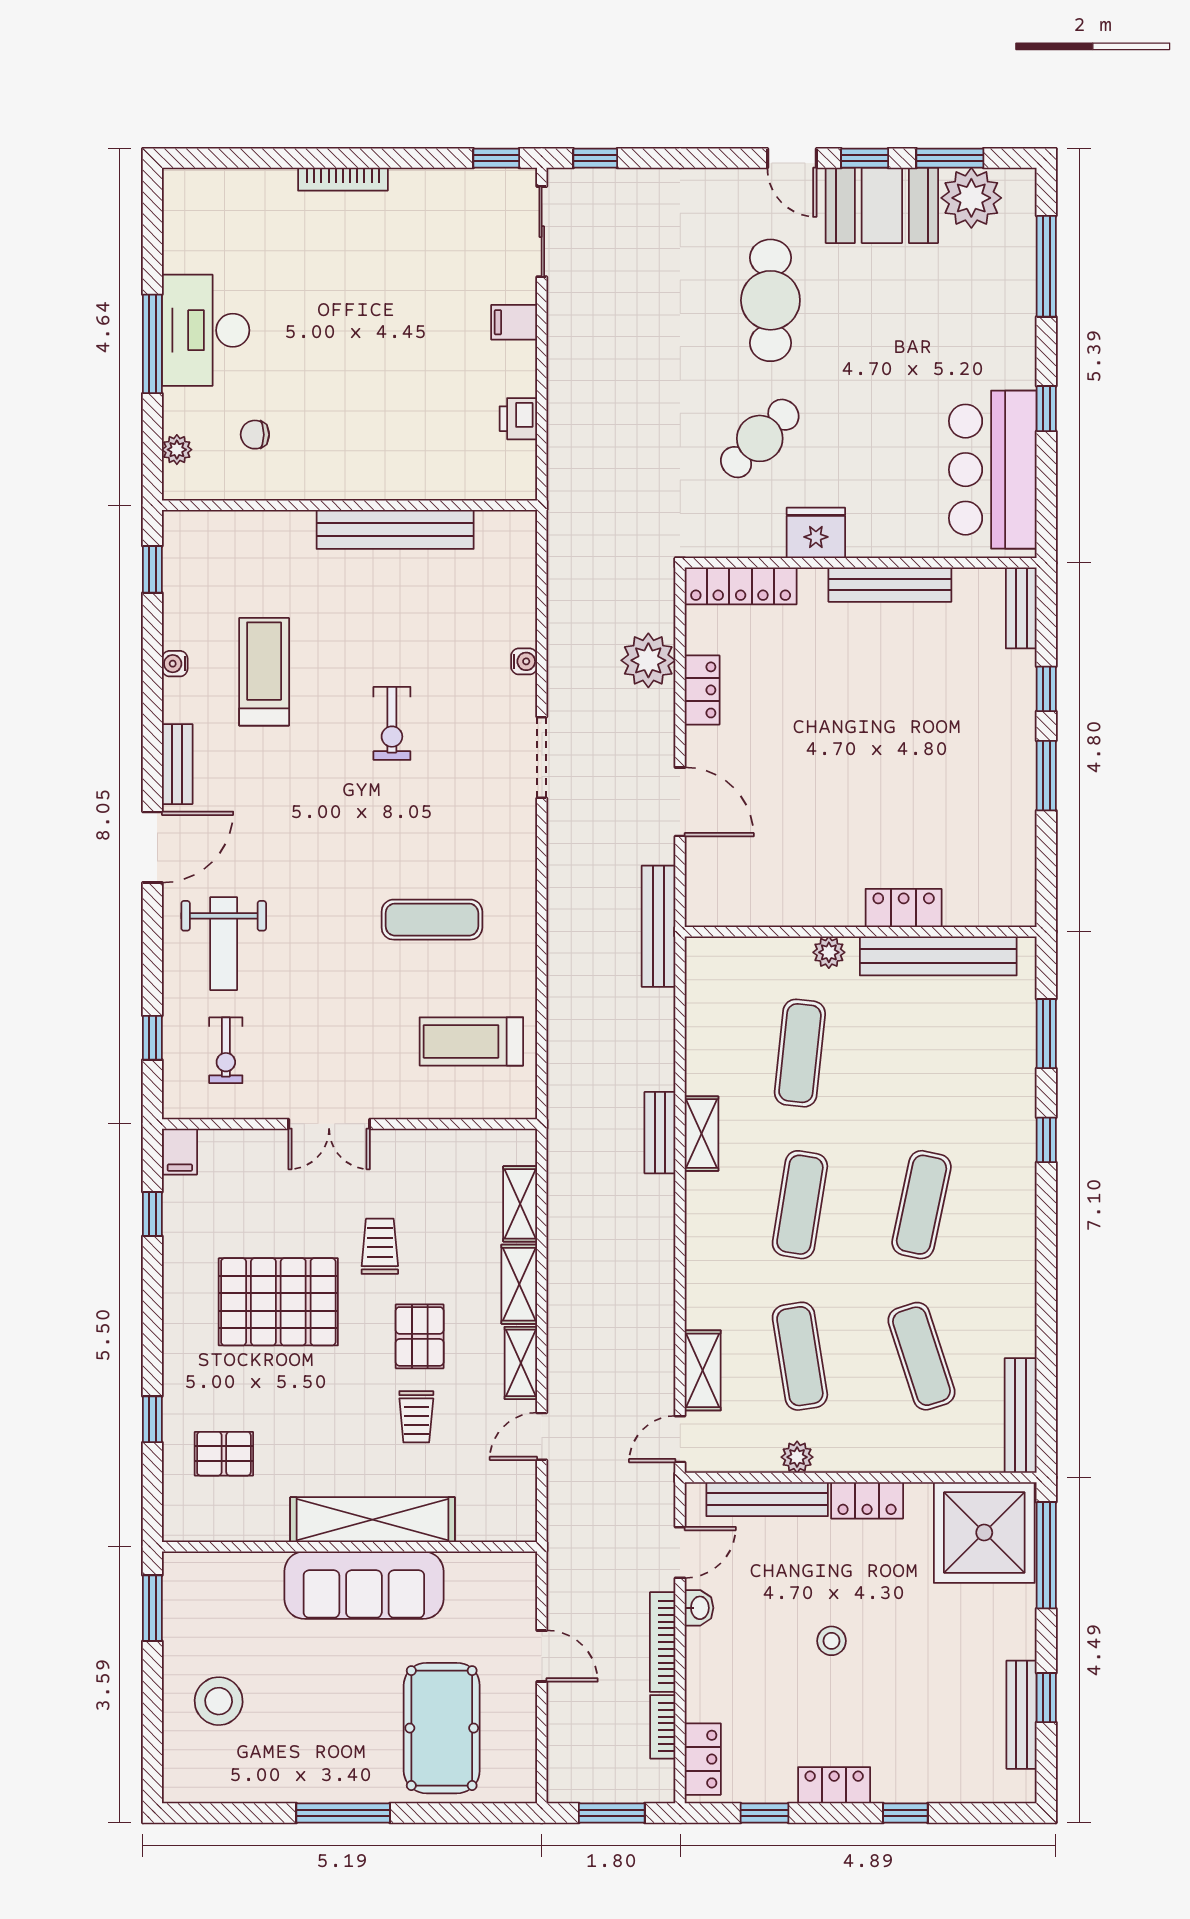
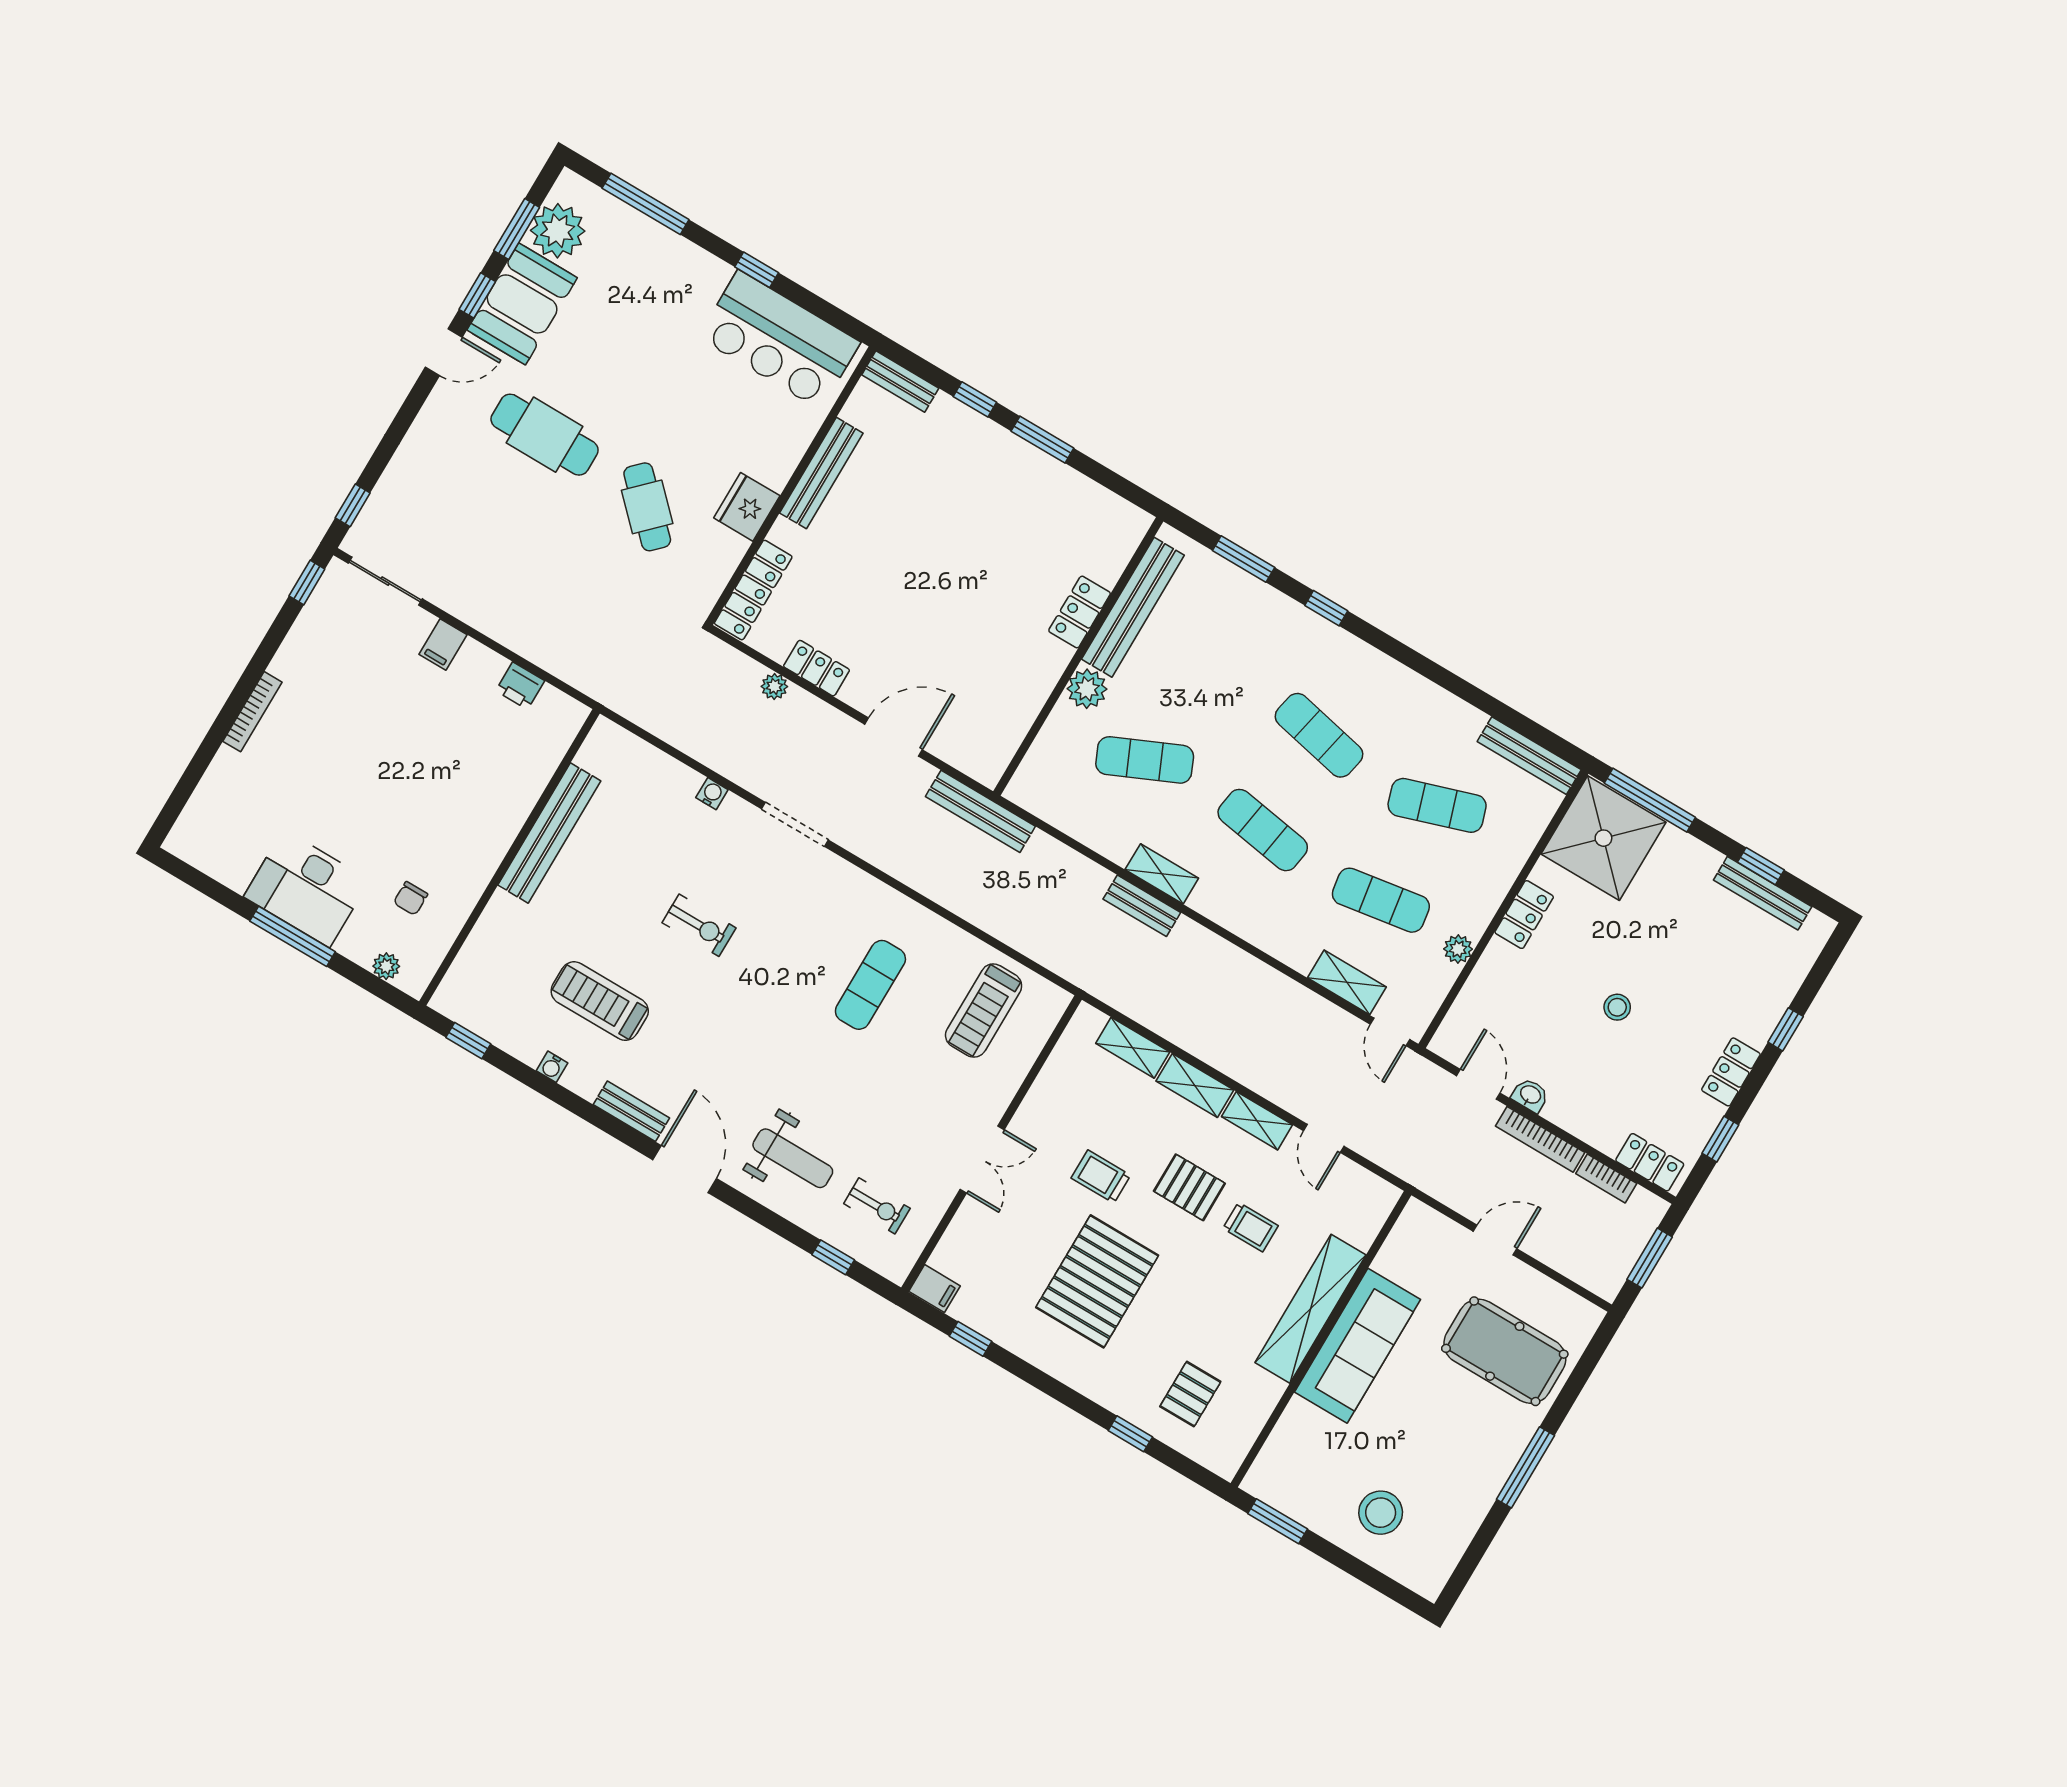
plant: (648, 660) -> (774, 686), width x0.53, depth x0.53
plant: (829, 952) -> (1087, 689), width x1.38, depth x1.38
exercise mat: (800, 1053) -> (1145, 760), turned -30
bench: (767, 1499) -> (1477, 992), removed

